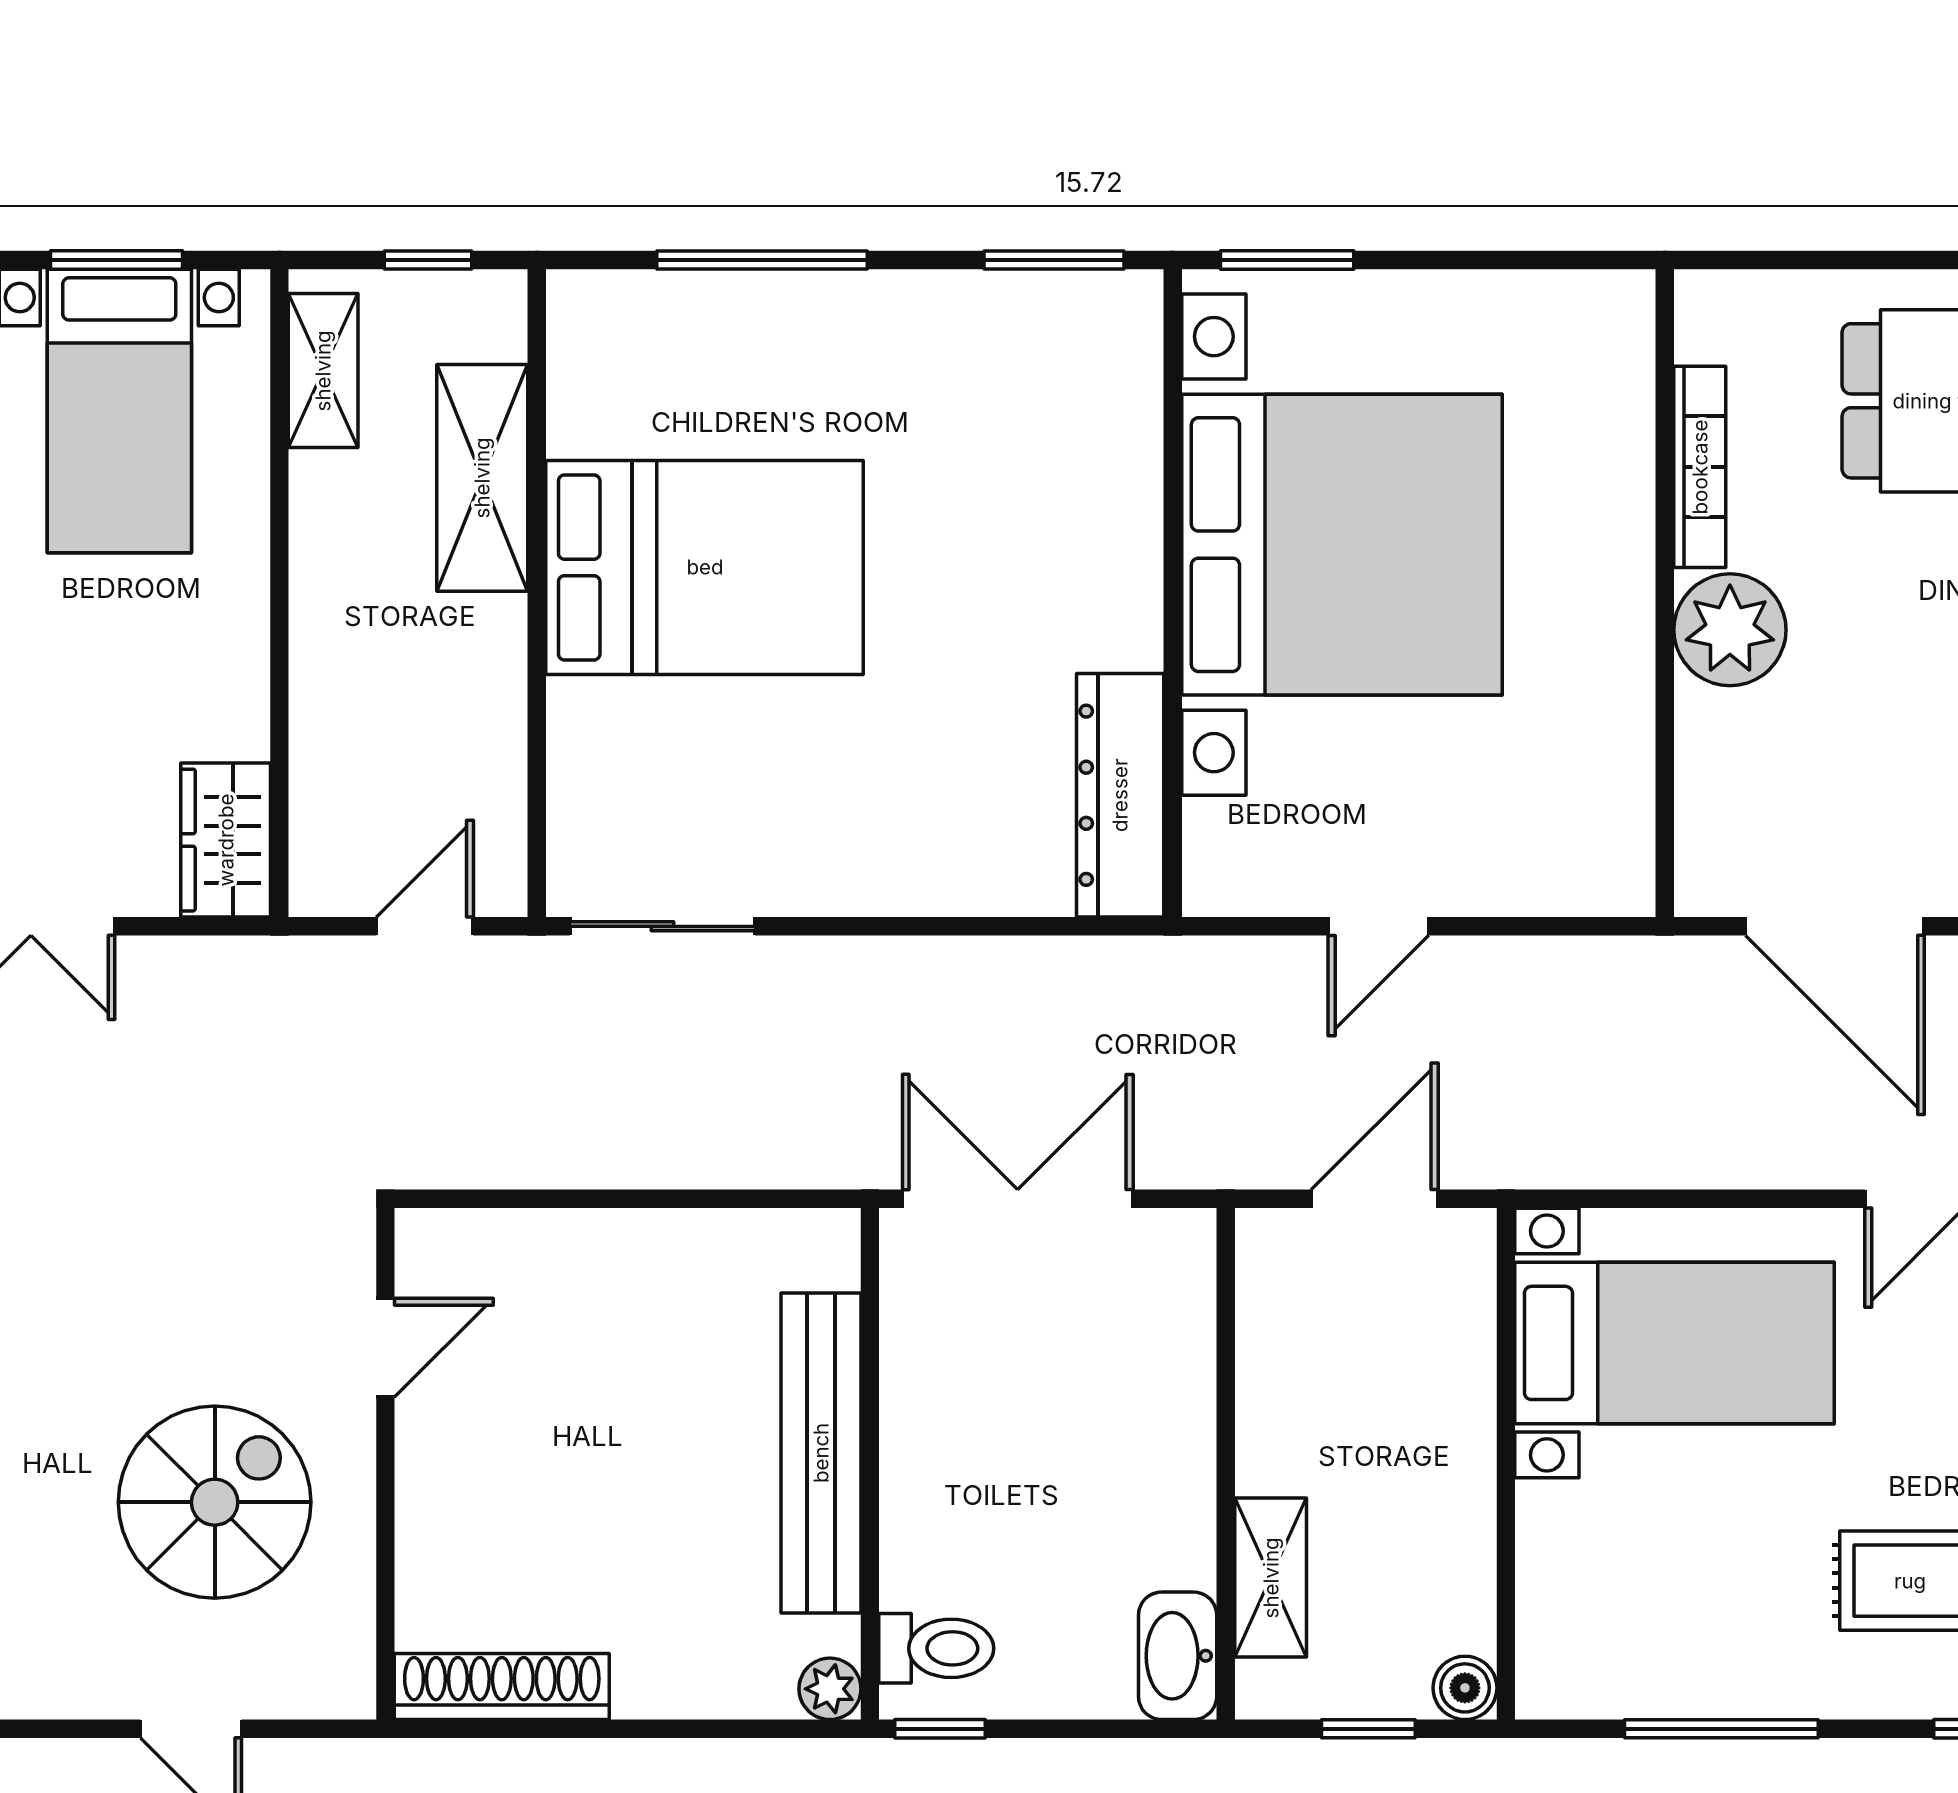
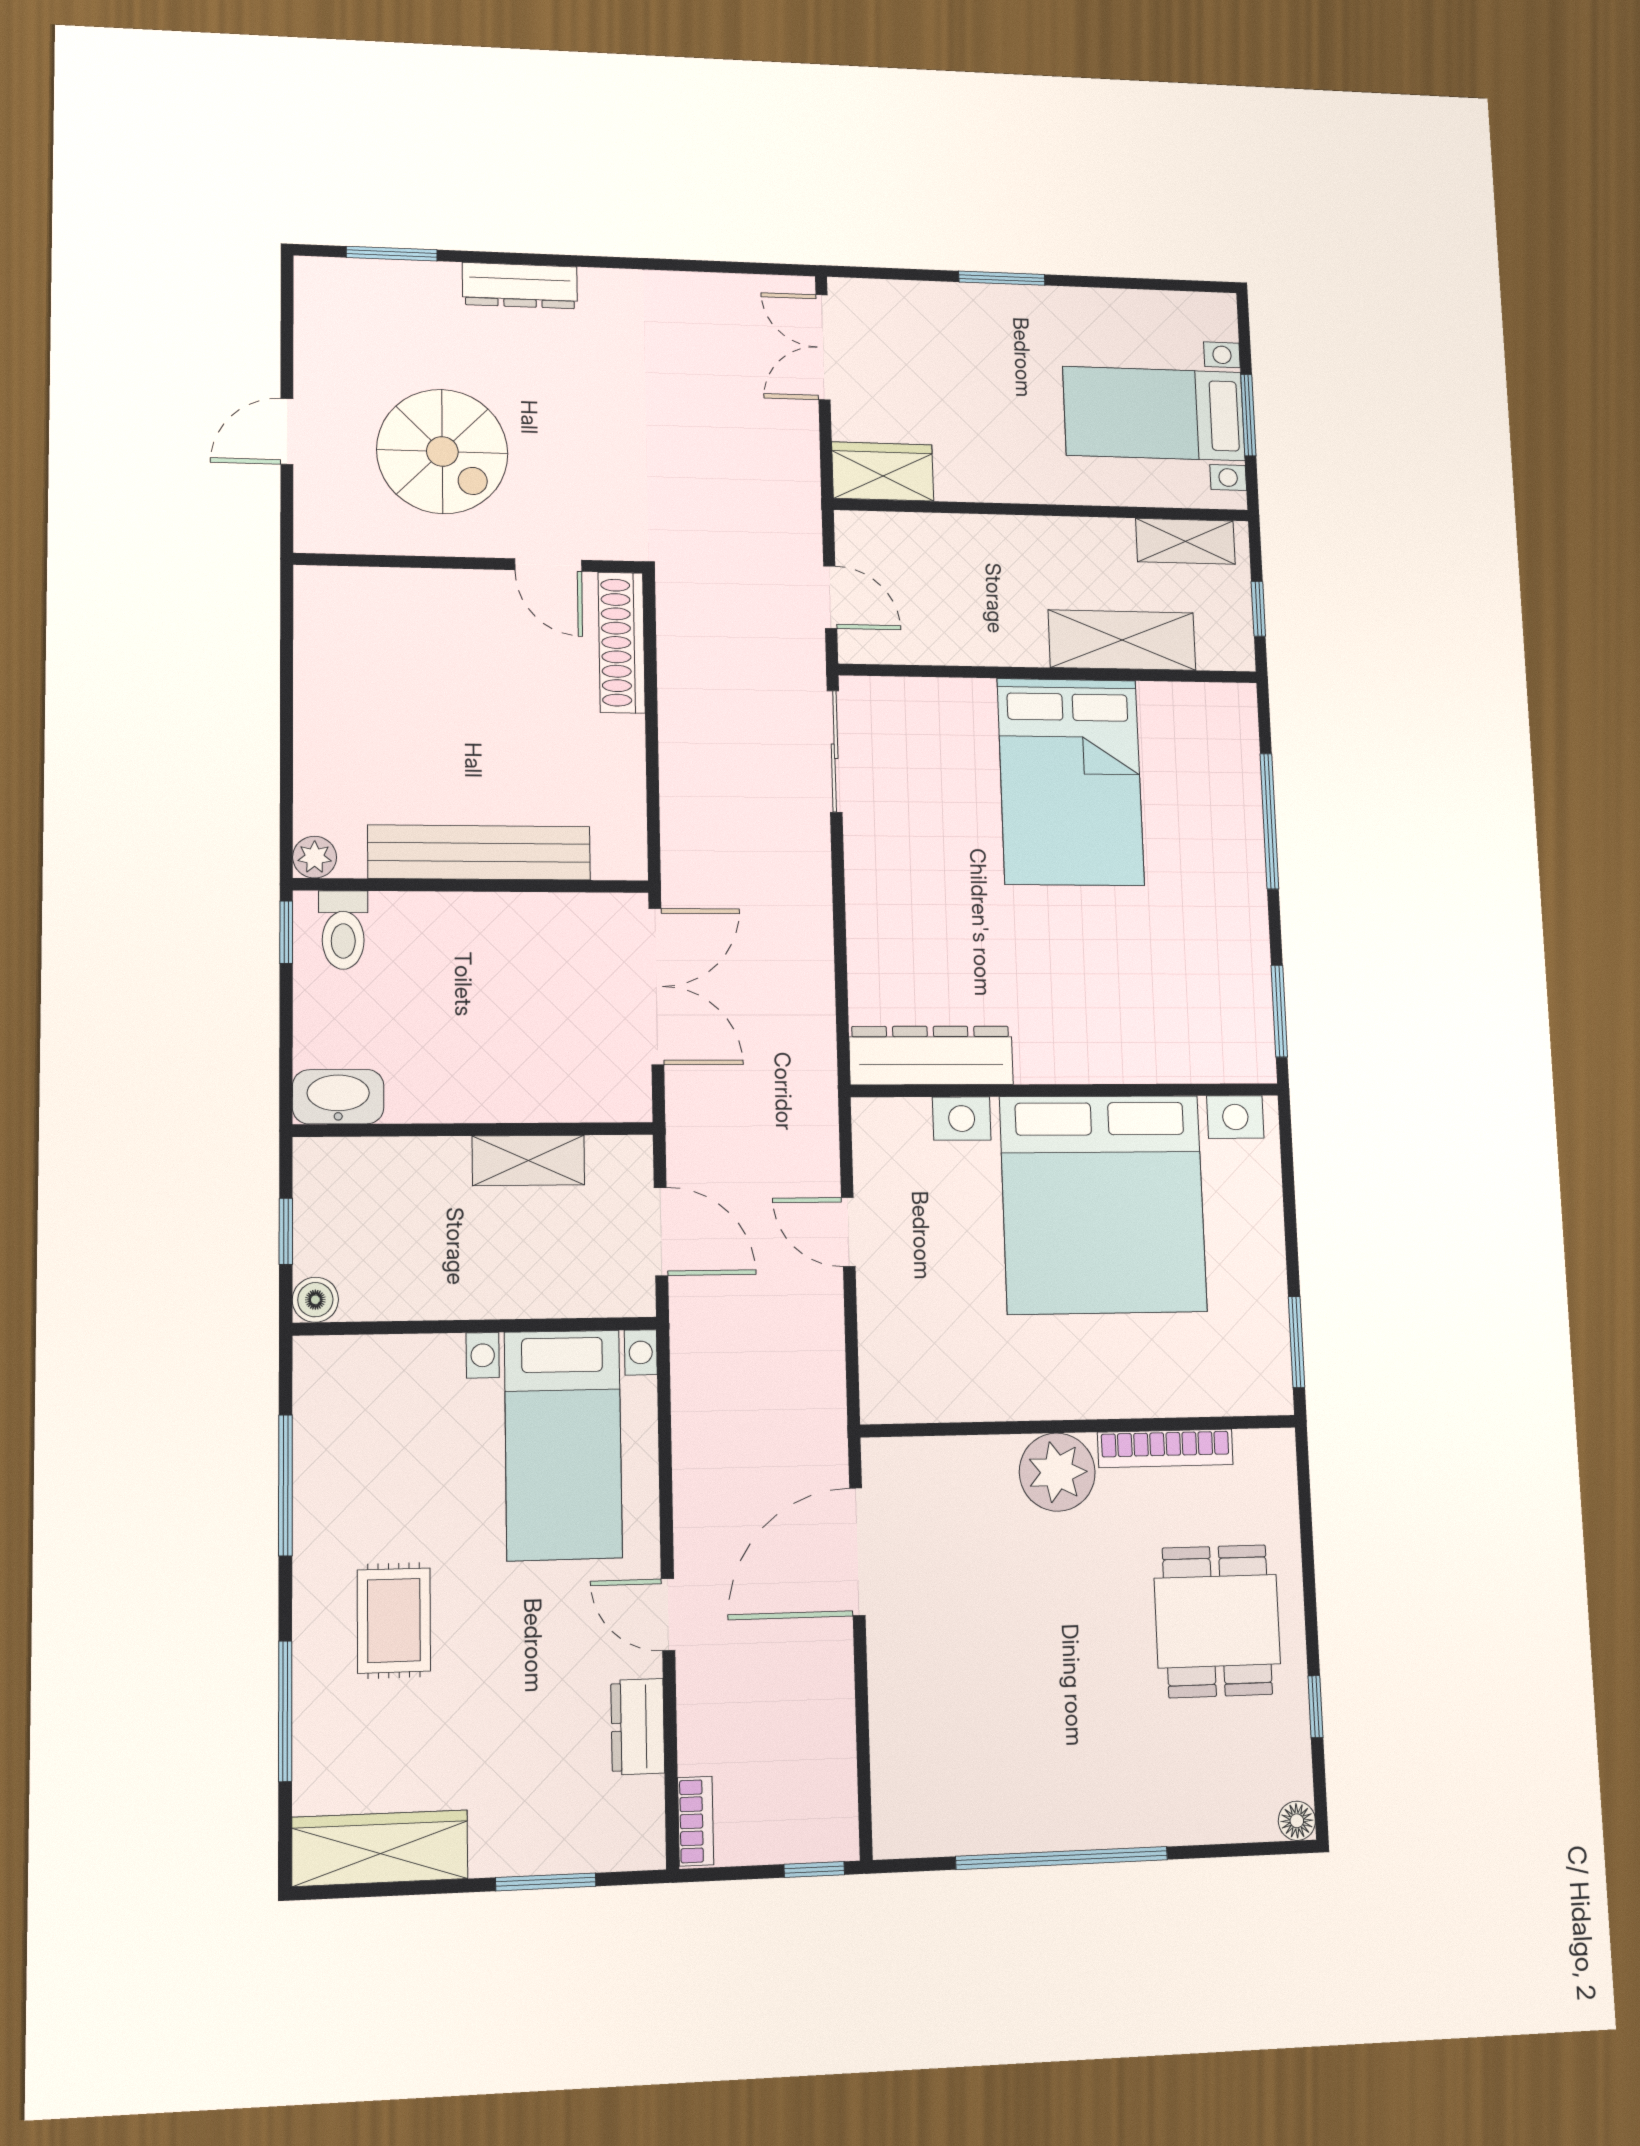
window: (1287, 260) -> (1296, 1342), moved
shelving: (1271, 1578) -> (528, 1160), moved
shoe rack: (502, 1687) -> (622, 643), moved, turned 180

